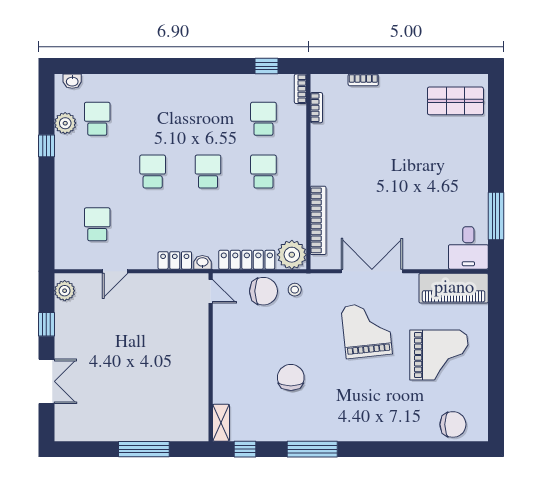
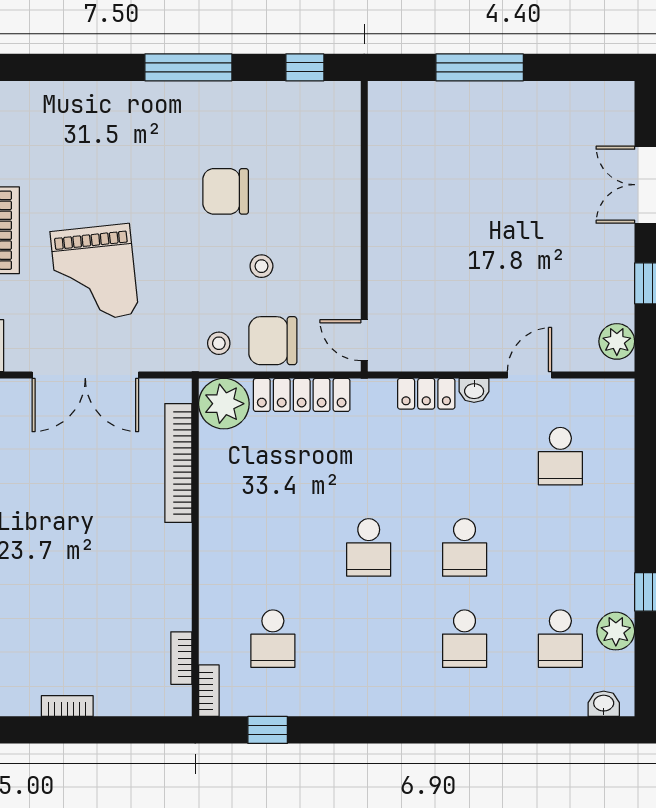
bookcase: (363, 80) -> (67, 706), moved
school desk: (263, 172) -> (465, 639), moved
washbasin: (202, 262) -> (474, 390), moved
stool: (270, 334) -> (261, 266), added
chair: (291, 377) -> (226, 191), turned 90
shelving: (221, 423) -> (346, 113), removed

